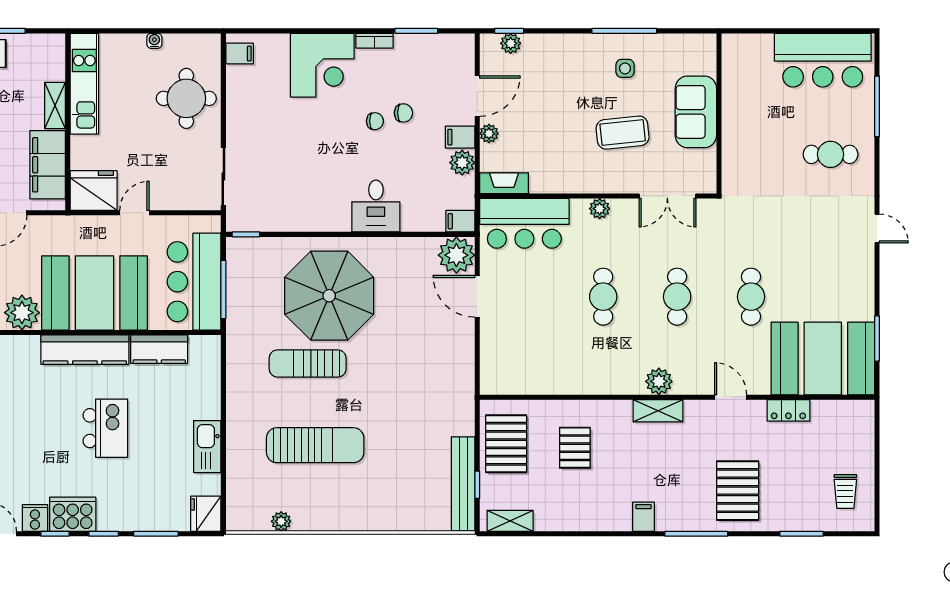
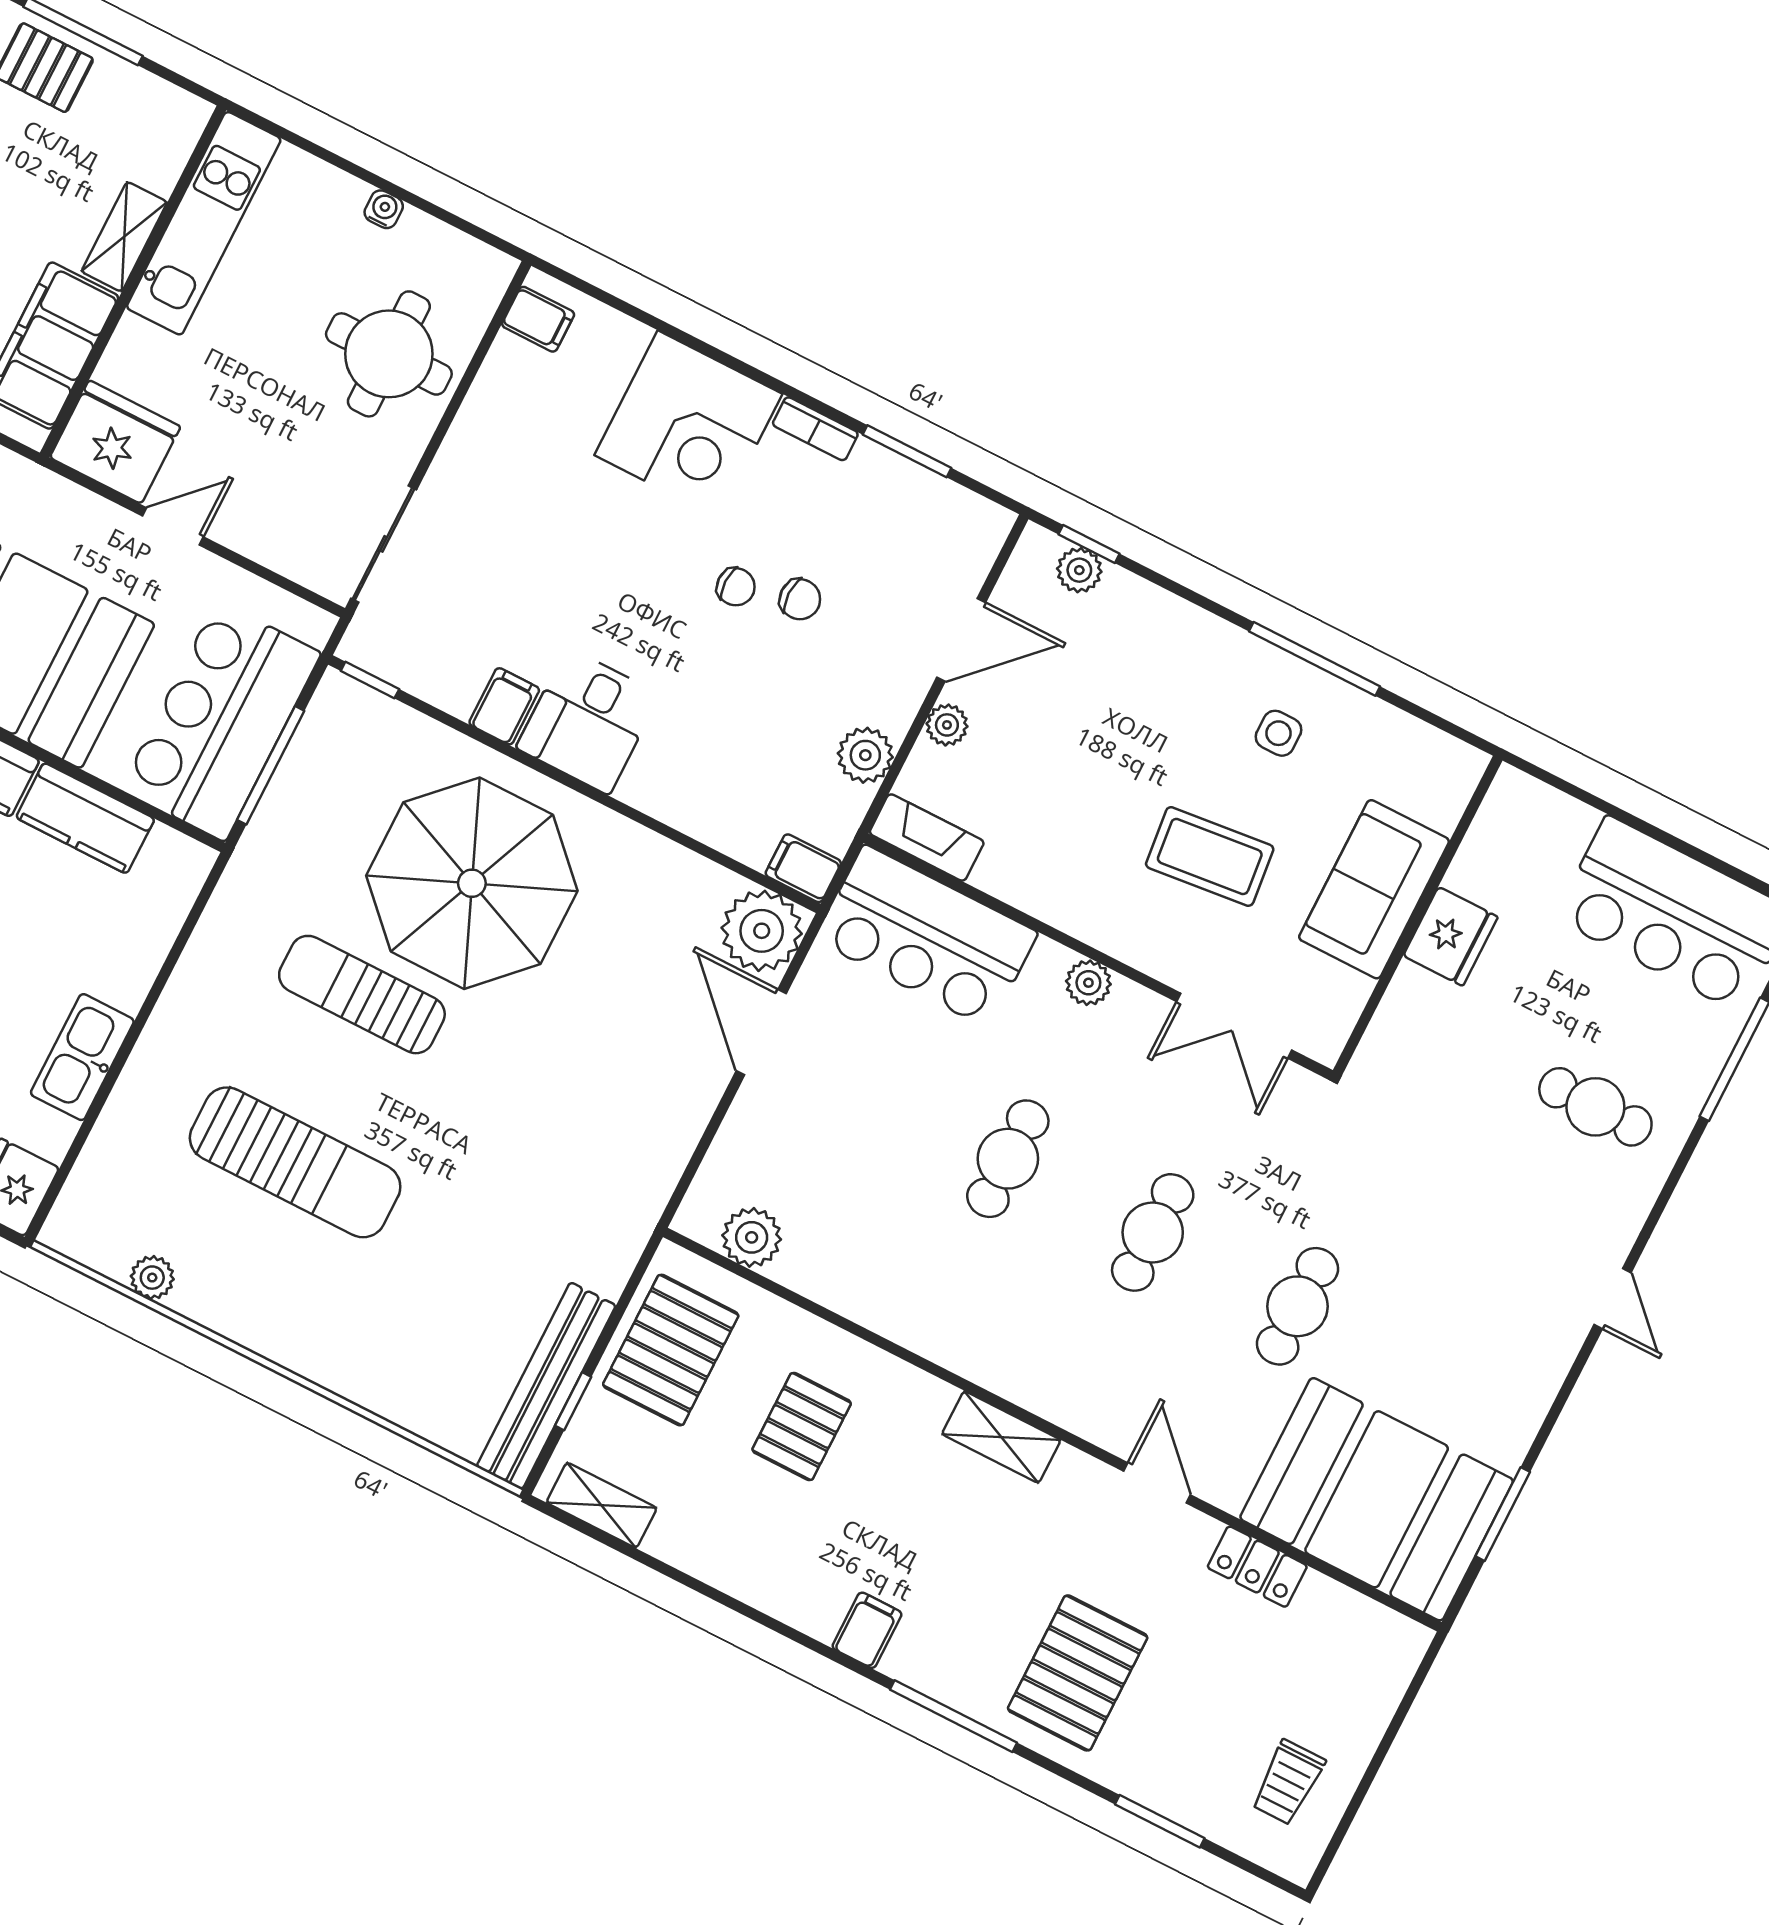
fridge: (737, 115) -> (1451, 936), added
filing cabinet: (460, 137) -> (504, 706), moved, turned 90
desk: (376, 206) -> (588, 721), moved
plant: (659, 381) -> (752, 1237), moved

